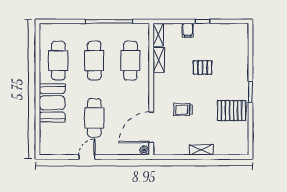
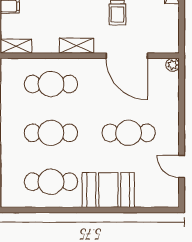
shelving: (159, 60) -> (76, 46), moved
door: (151, 127) -> (127, 56), moved
door: (87, 157) -> (182, 167), moved

